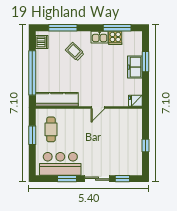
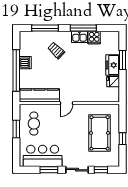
window: (117, 28) -> (83, 28), moved
dishwasher: (42, 42) -> (25, 63), moved
fridge: (135, 101) -> (113, 82), moved
door: (98, 108) -> (66, 103), moved
pool table: (121, 139) -> (100, 133), added

